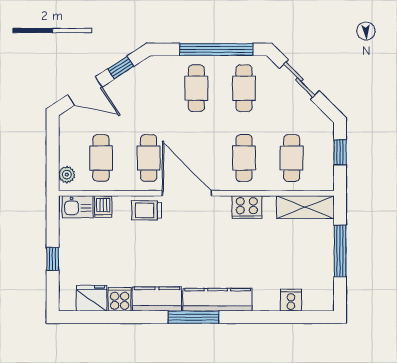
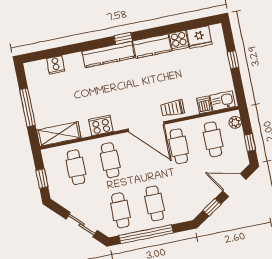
window: (53, 144) -> (250, 143), added
trolley: (147, 210) -> (173, 108), turned 180
window: (193, 317) -> (123, 38), width x0.46

